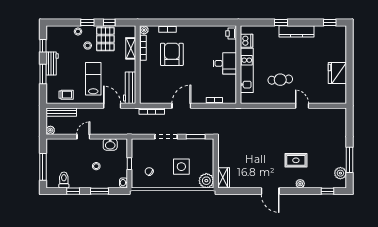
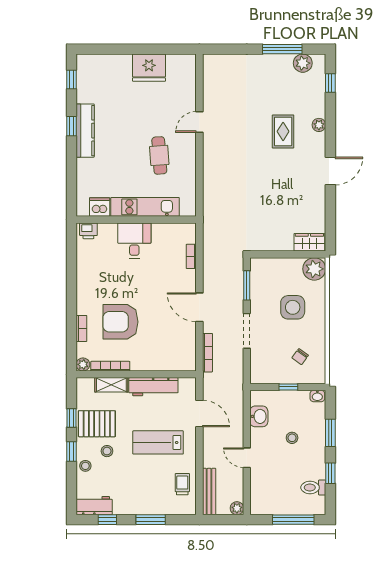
window: (281, 22) -> (72, 126), moved
workbench: (52, 64) -> (94, 506), moved
workbench: (130, 88) -> (153, 387), moved
door: (112, 106) -> (199, 414), swing flipped

